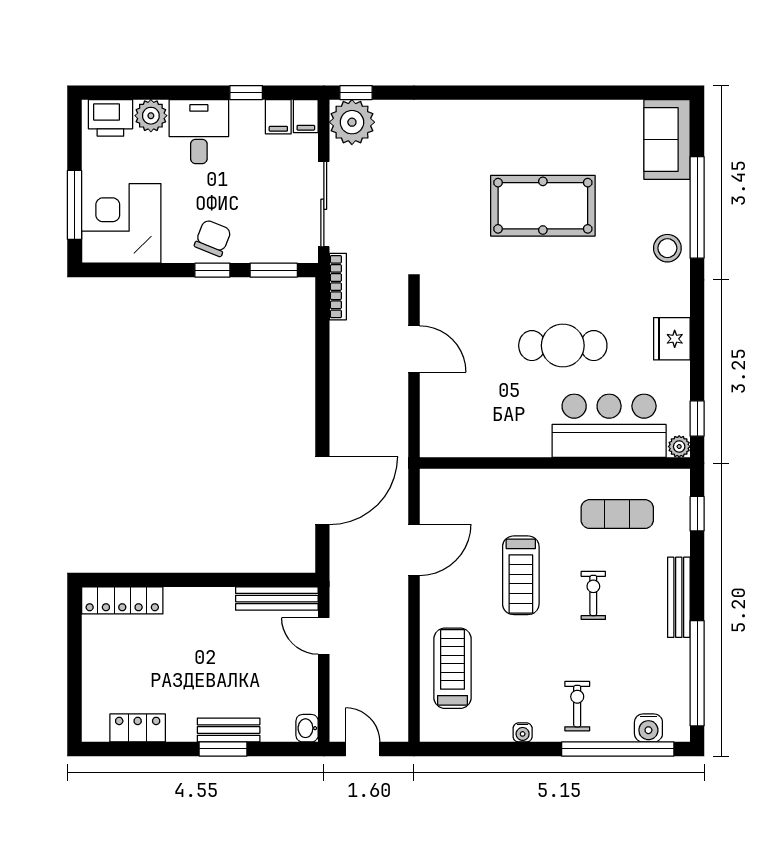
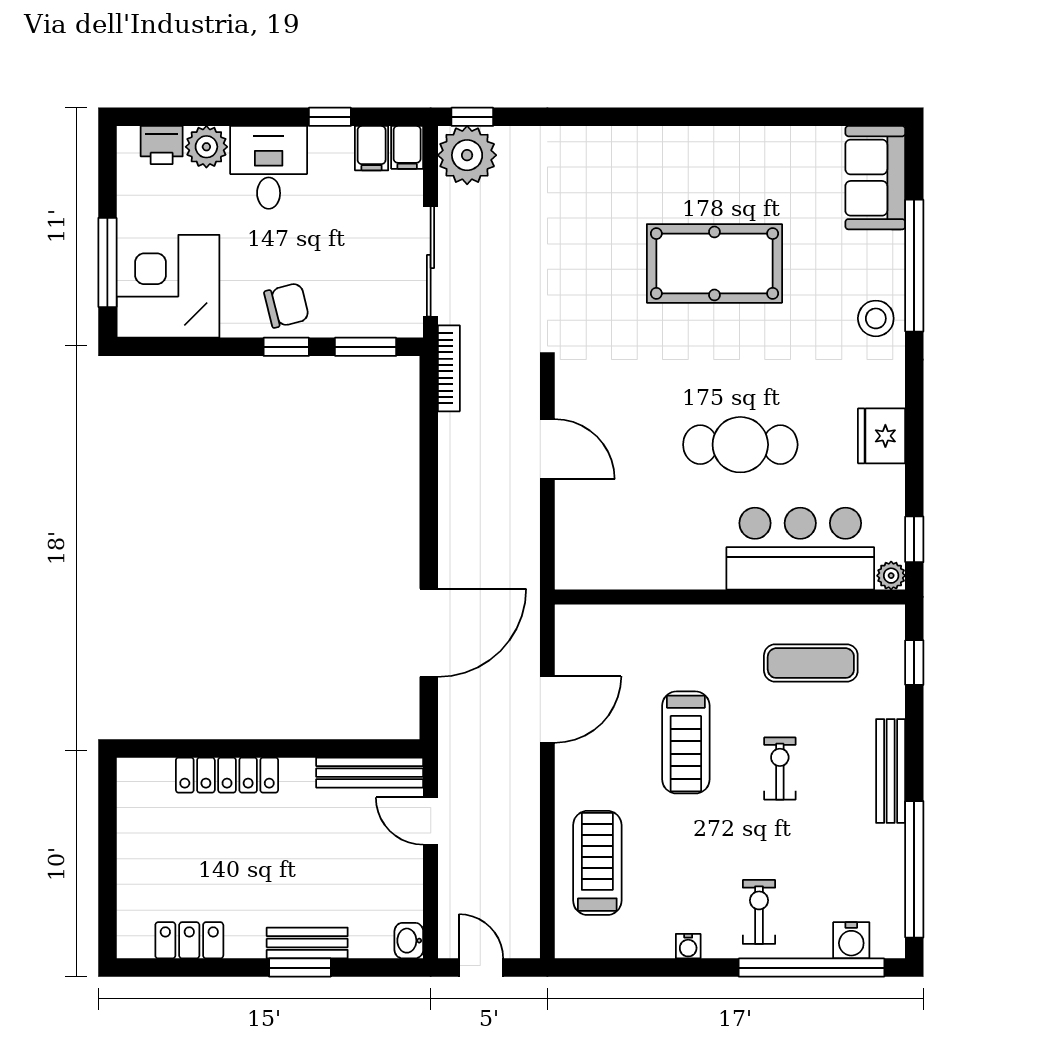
printer: (110, 118) -> (162, 145), width x0.73, depth x0.81
chair: (213, 238) -> (287, 305), turned 54
locker: (122, 600) -> (227, 775), moved

